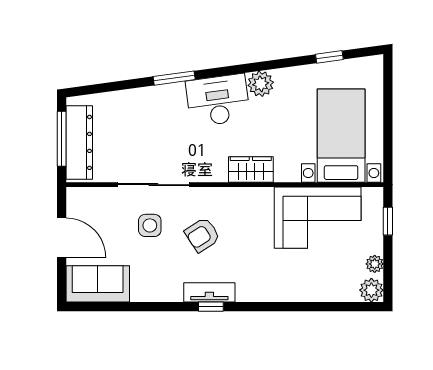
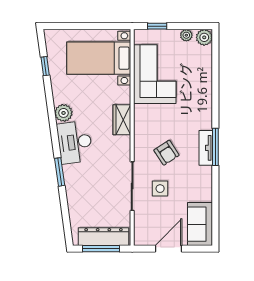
window: (211, 307) -> (215, 147), width x2.17

